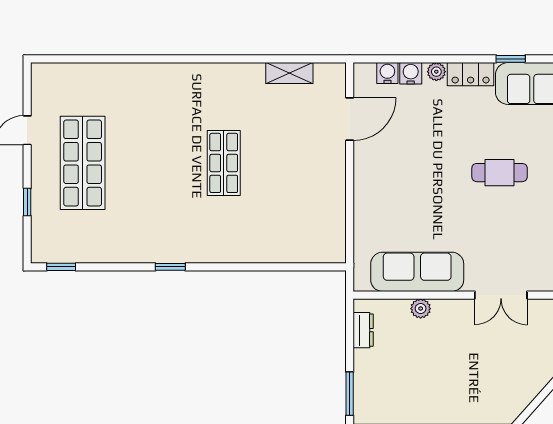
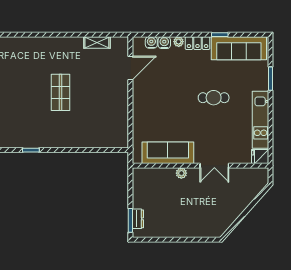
plant: (421, 309) -> (181, 173), moved
dresser: (363, 330) -> (138, 219), moved

